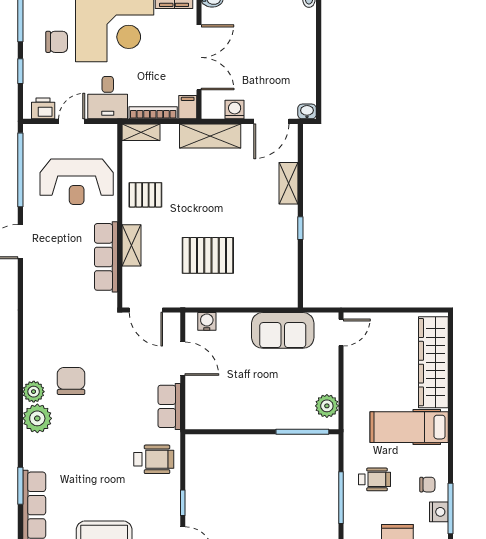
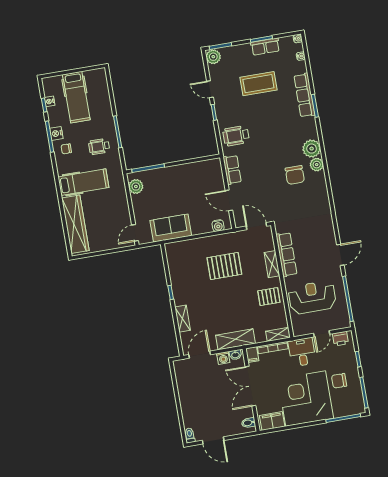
washbasin: (307, 111) -> (235, 355), moved

